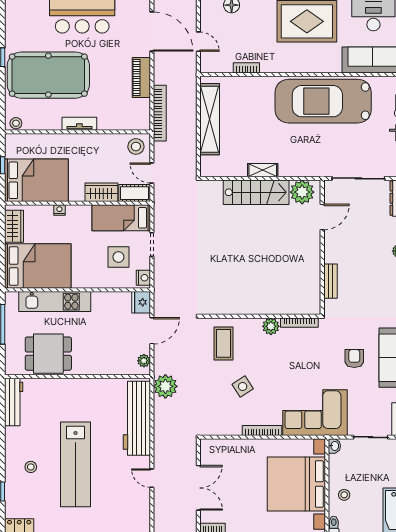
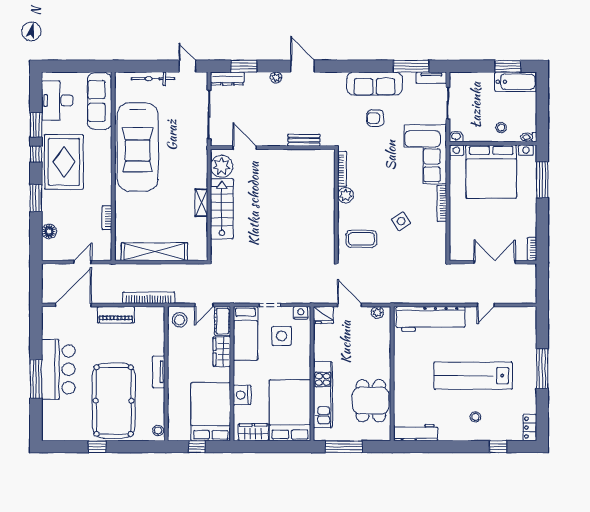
nightstand: (59, 210) -> (242, 395), width x1.89, depth x1.79
plant: (165, 386) -> (401, 293), removed
lab bench: (76, 464) -> (473, 376), turned 180

